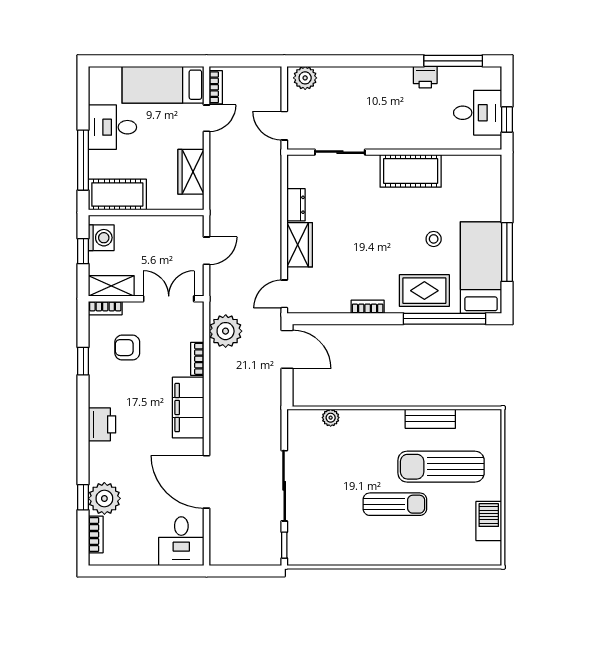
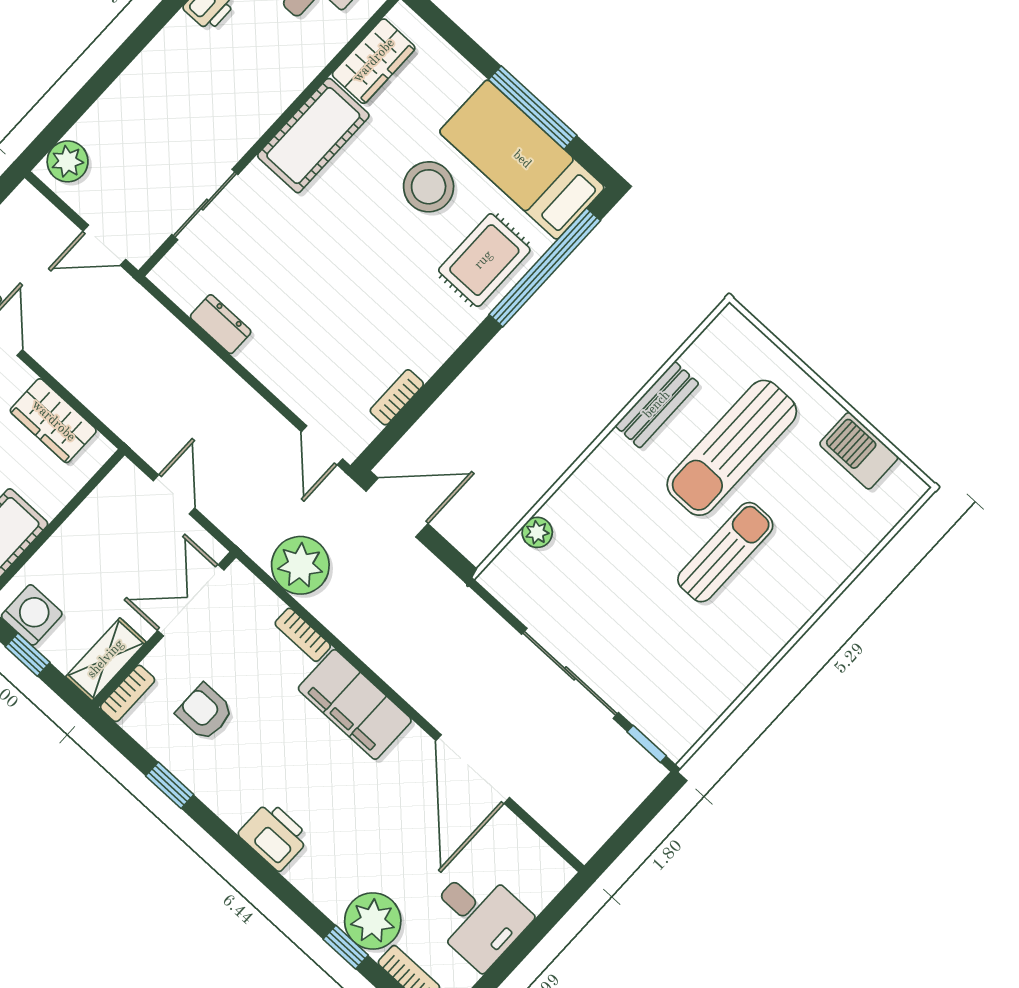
stool: (434, 239) -> (429, 187), width x1.89, depth x1.89
wardrobe: (300, 245) -> (374, 61), moved, turned 90
bookcase: (368, 307) -> (397, 397), moved
armchair: (127, 348) -> (205, 712), turned 90
door: (207, 482) -> (473, 769), hinge flipped
desk: (181, 541) -> (478, 917), moved

